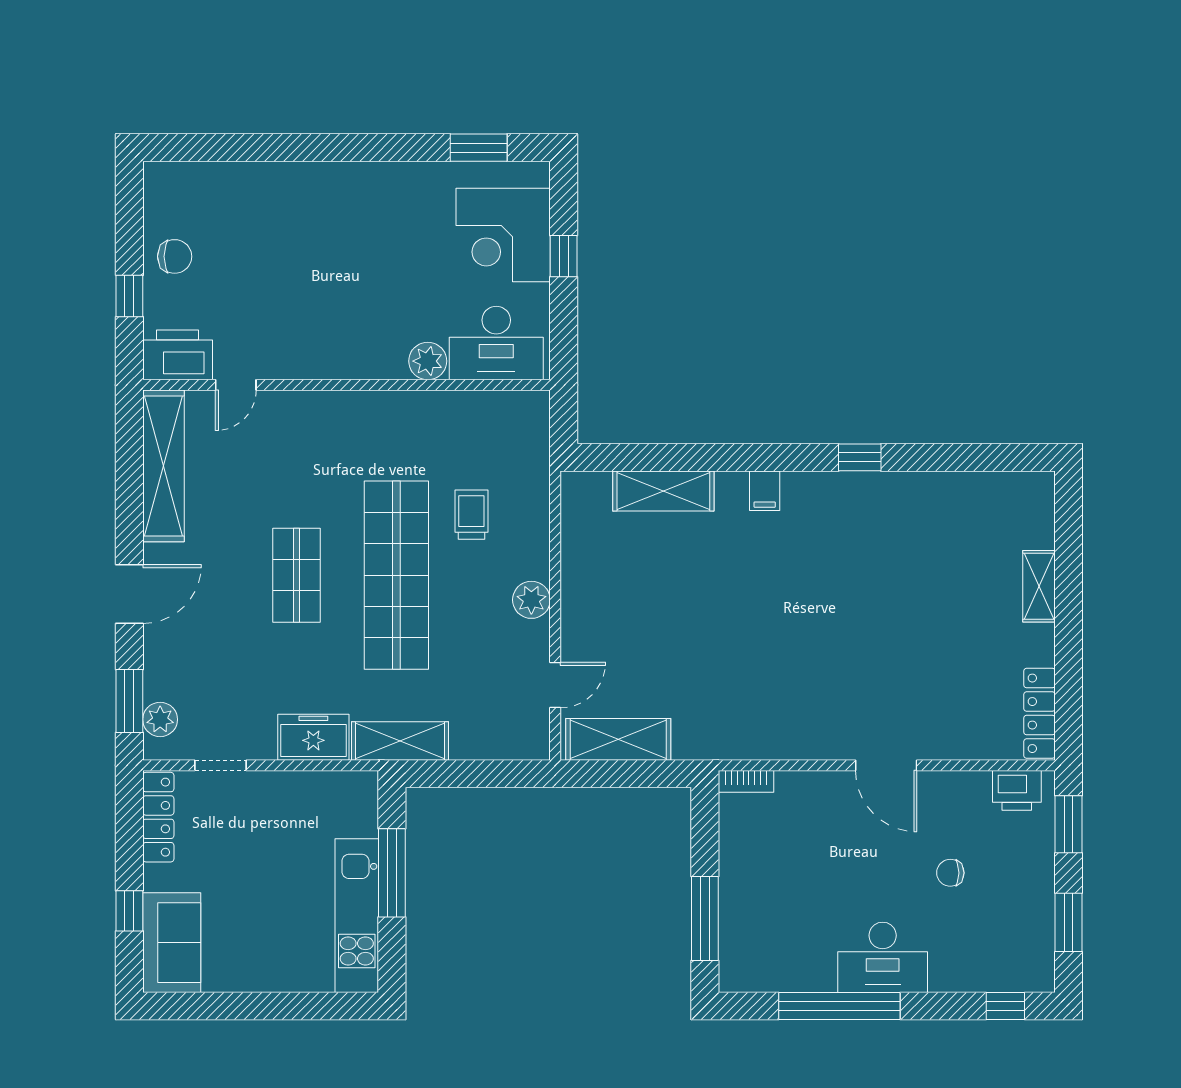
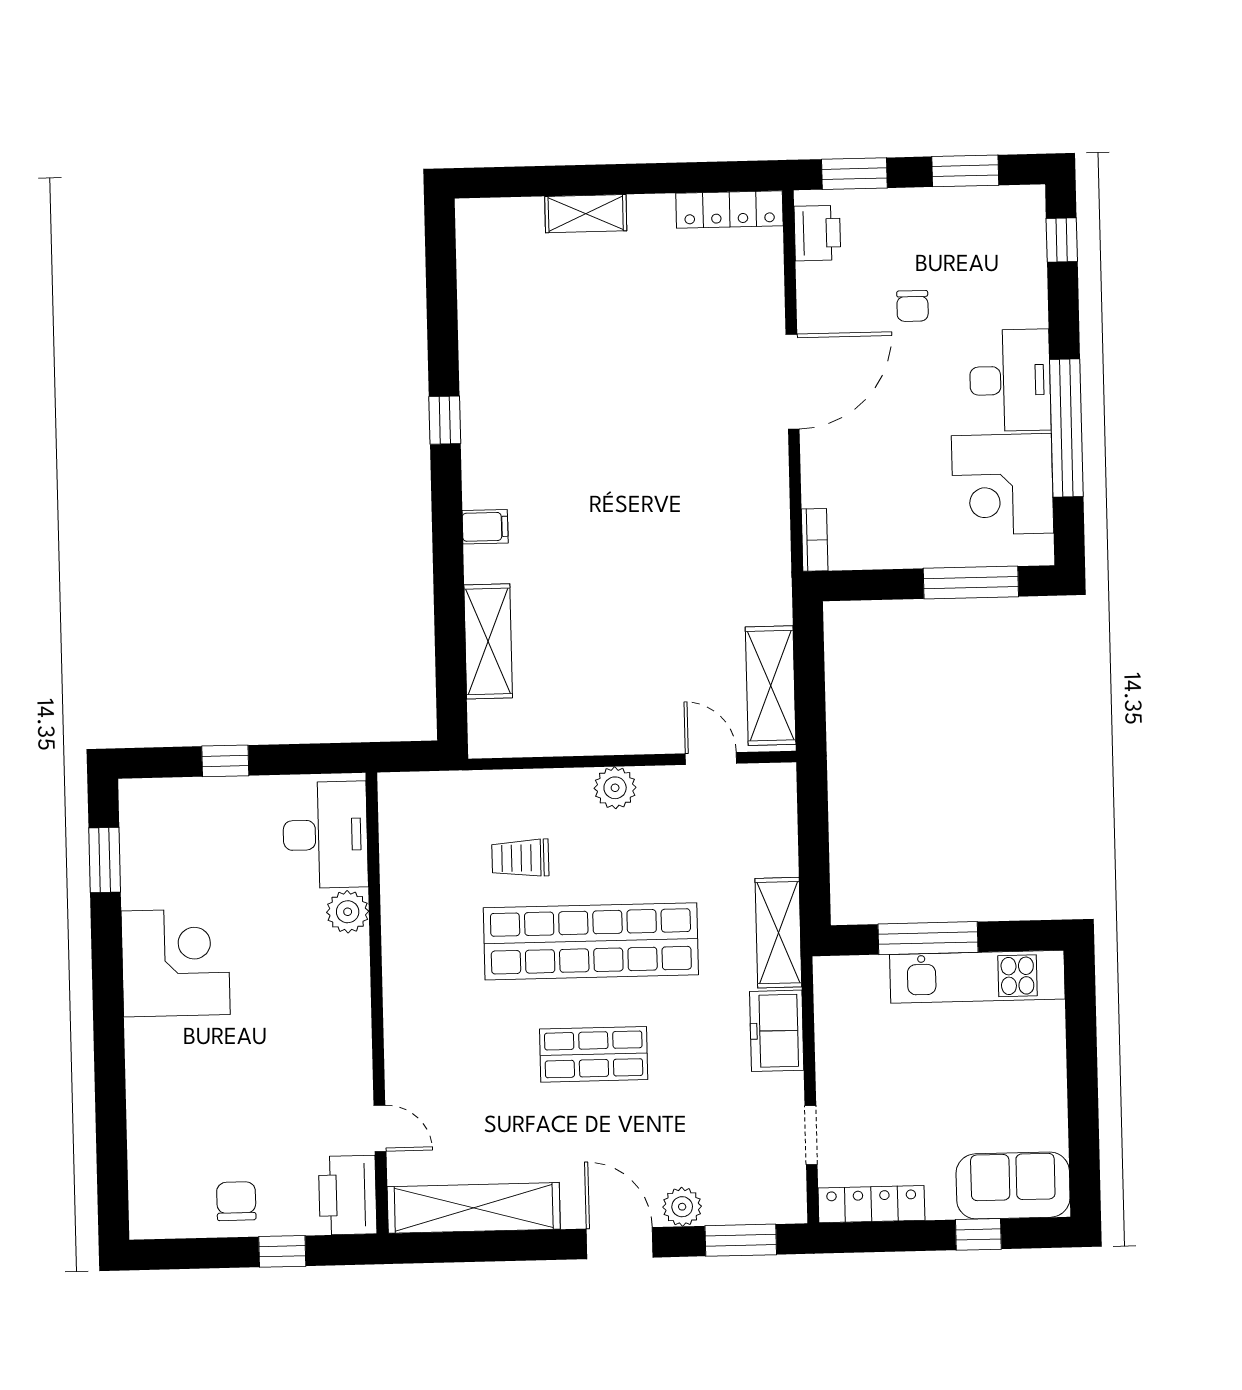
corner desk: (503, 235) -> (176, 963), moved, turned -90
plant: (160, 719) -> (682, 1207), moved
door: (886, 765) -> (793, 382), width x1.36
corner desk: (791, 948) -> (1003, 484), added

